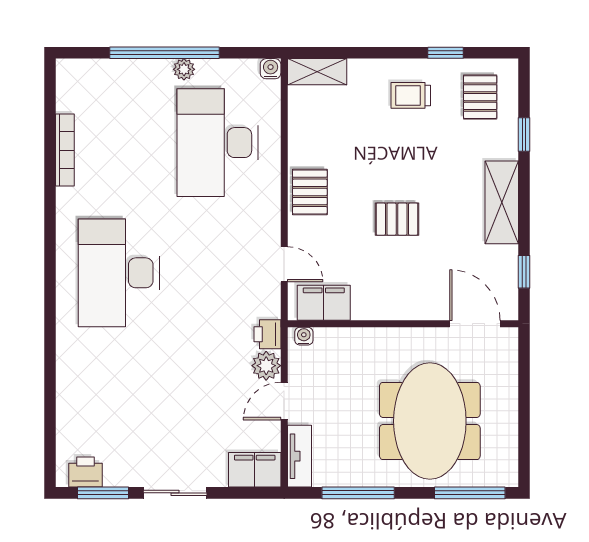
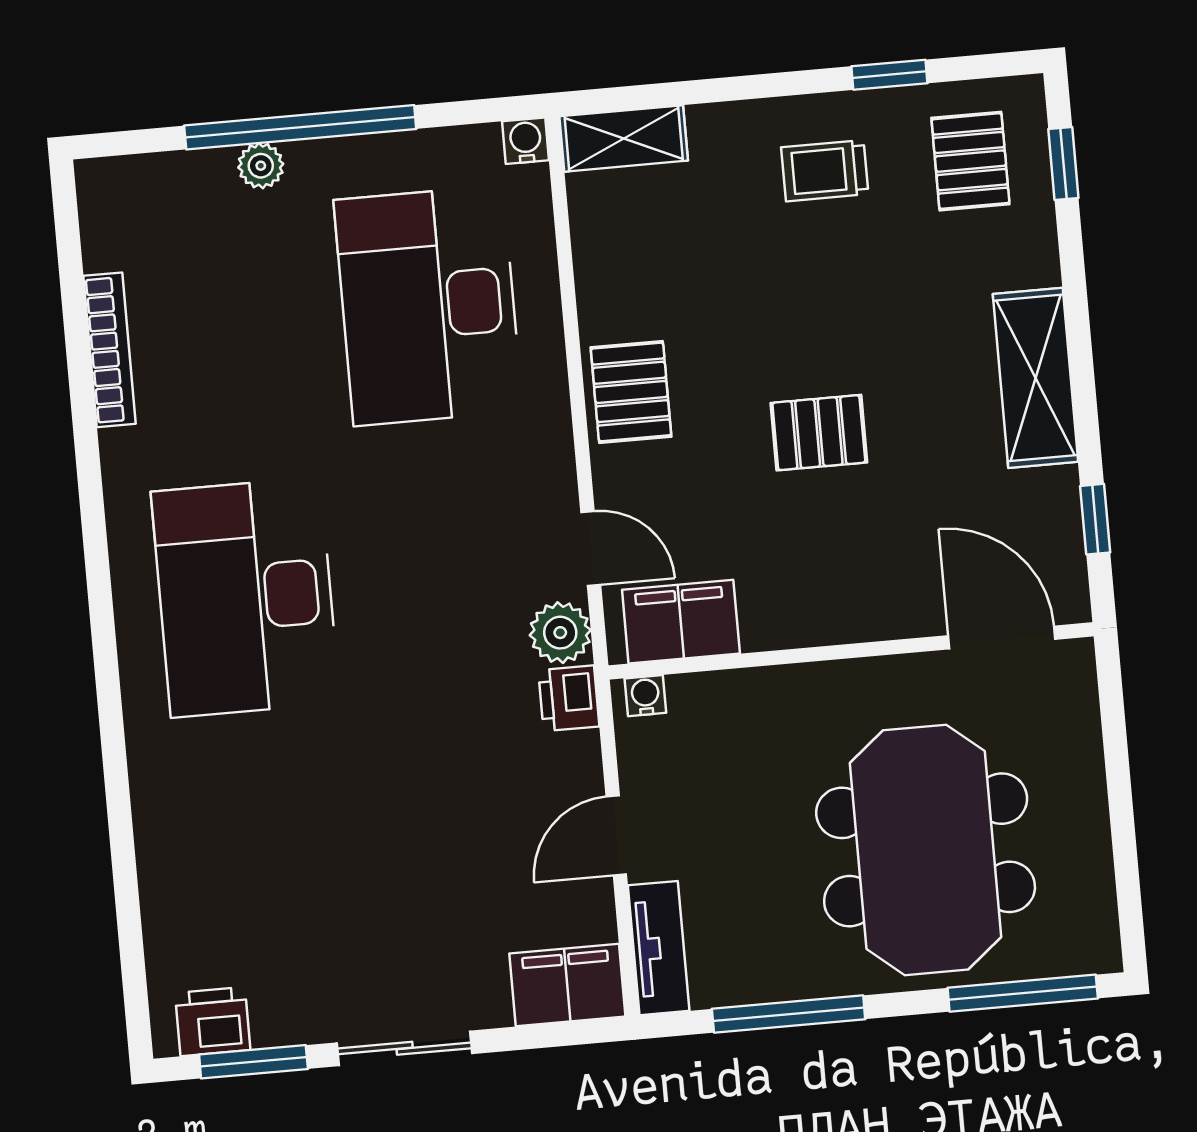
plant: (184, 69) -> (261, 166), moved
window: (524, 135) -> (1063, 163), moved
plant: (266, 366) -> (560, 633), moved

